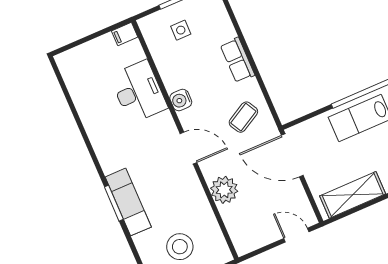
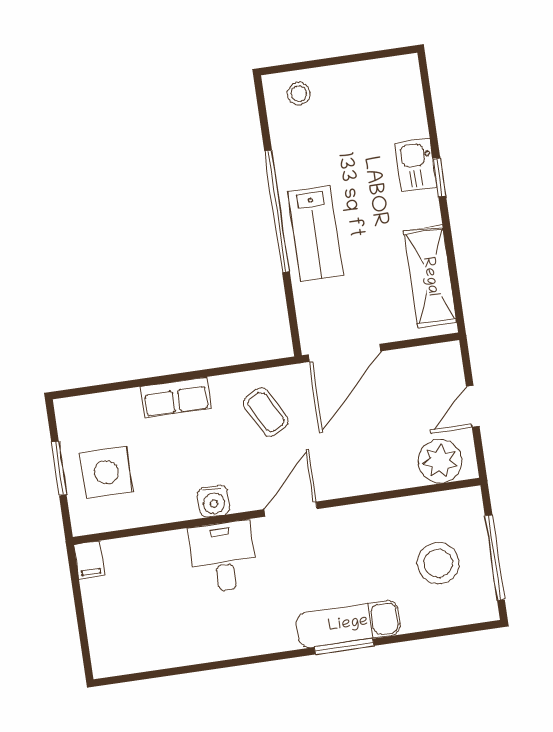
side table: (181, 30) -> (106, 472), width x1.87, depth x1.87
desk: (139, 92) -> (223, 557), moved, width x0.73
plant: (224, 190) -> (440, 461), moved
door: (296, 235) -> (473, 406), moved

